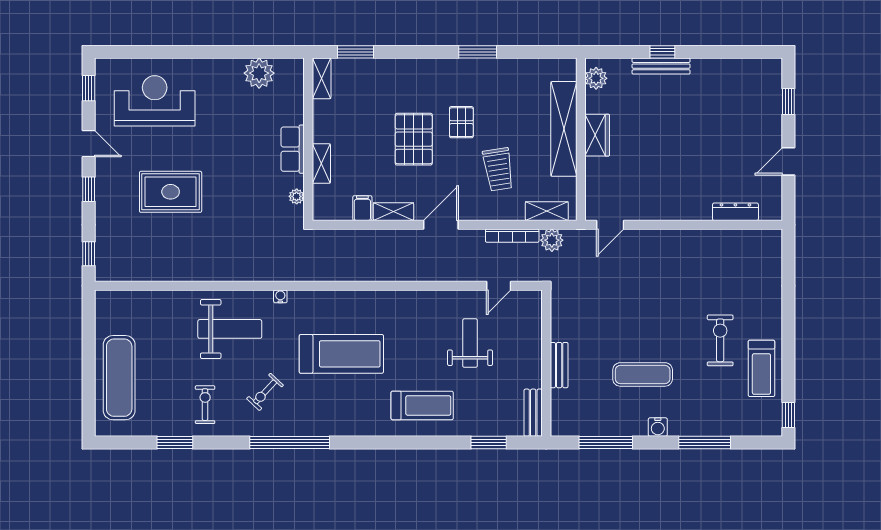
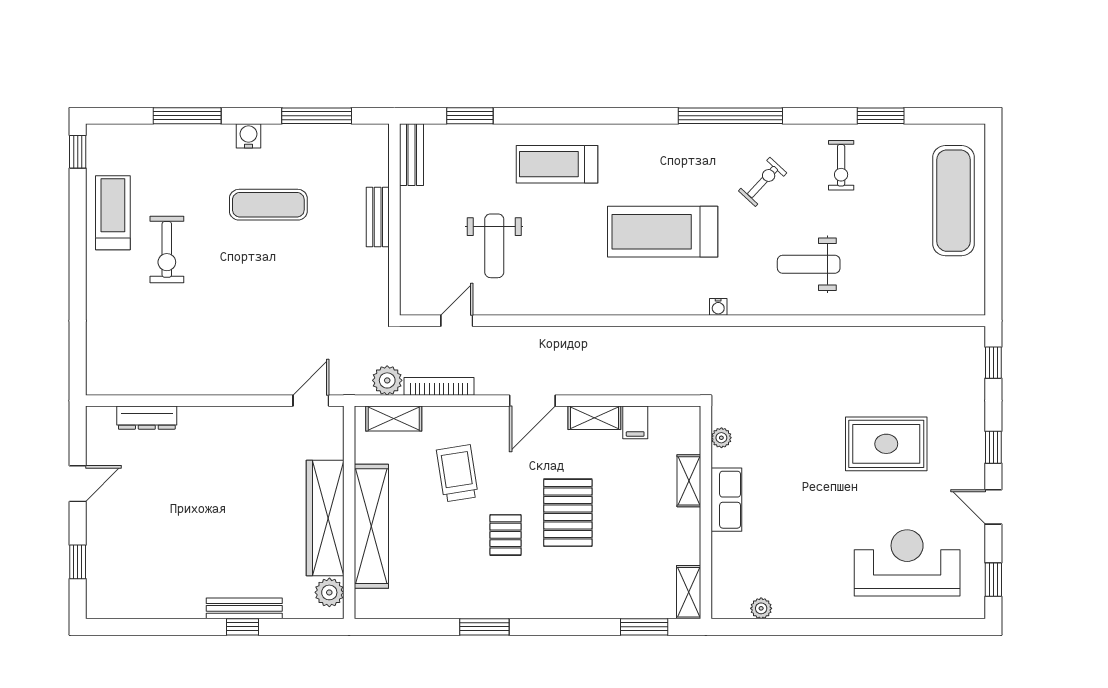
plant: (259, 73) -> (761, 608), width x0.53, depth x0.53
reception desk: (155, 101) -> (907, 563), turned 180
wardrobe: (597, 135) -> (325, 518), width x2.10, depth x1.17
water cooler: (280, 296) -> (718, 307), moved
weight bench: (230, 329) -> (809, 264), width x0.73, depth x0.75

